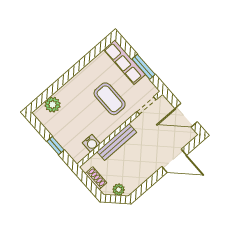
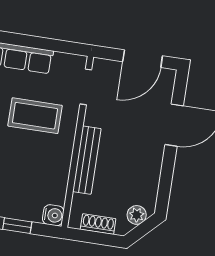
window: (144, 67) -> (43, 44), removed
water cooler: (91, 143) -> (53, 215), moved

